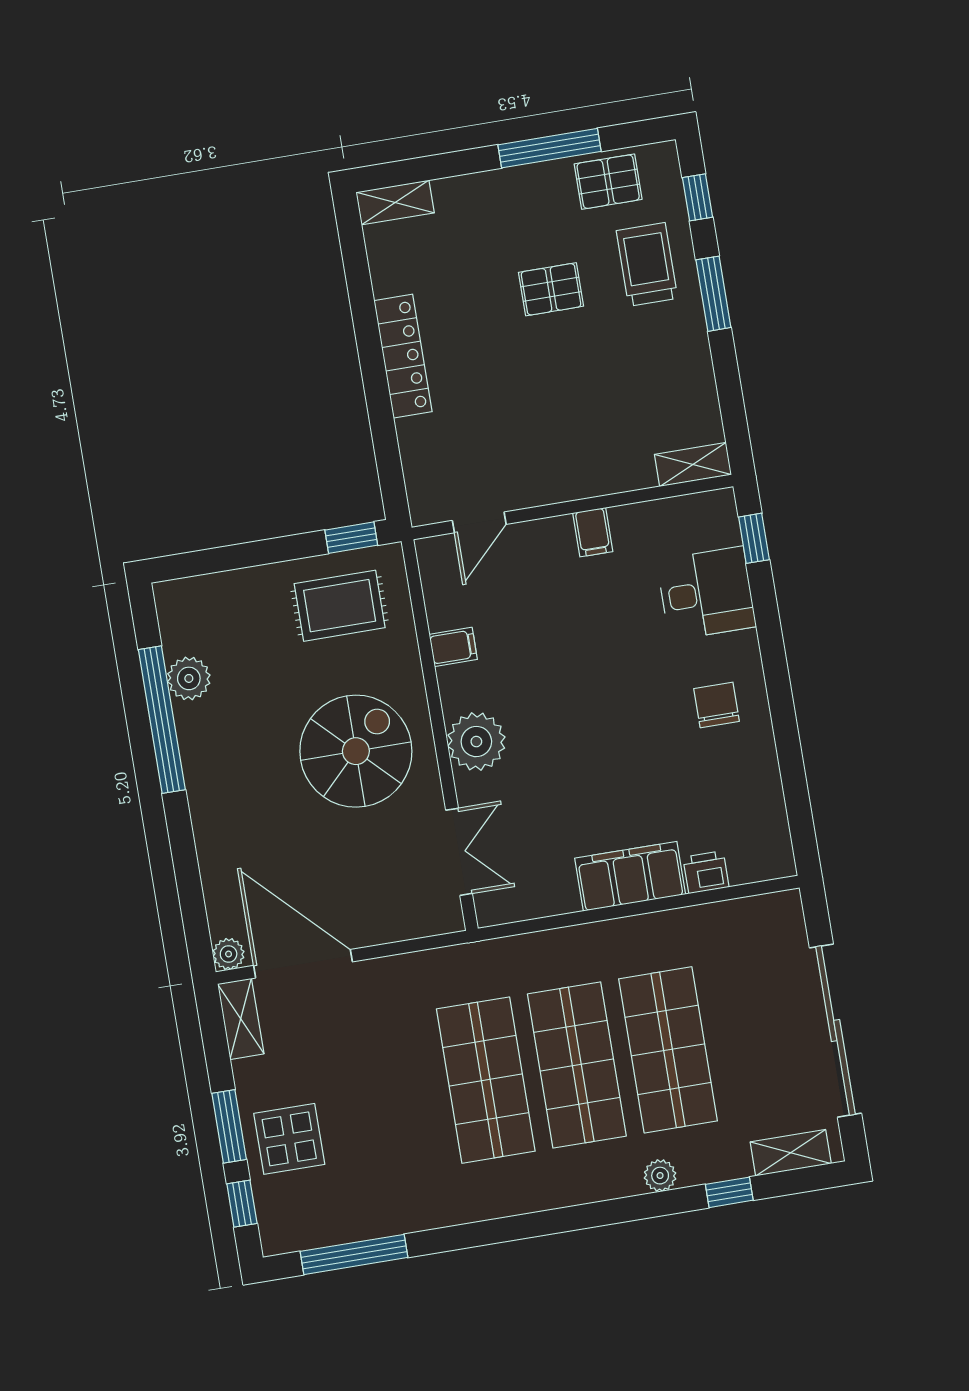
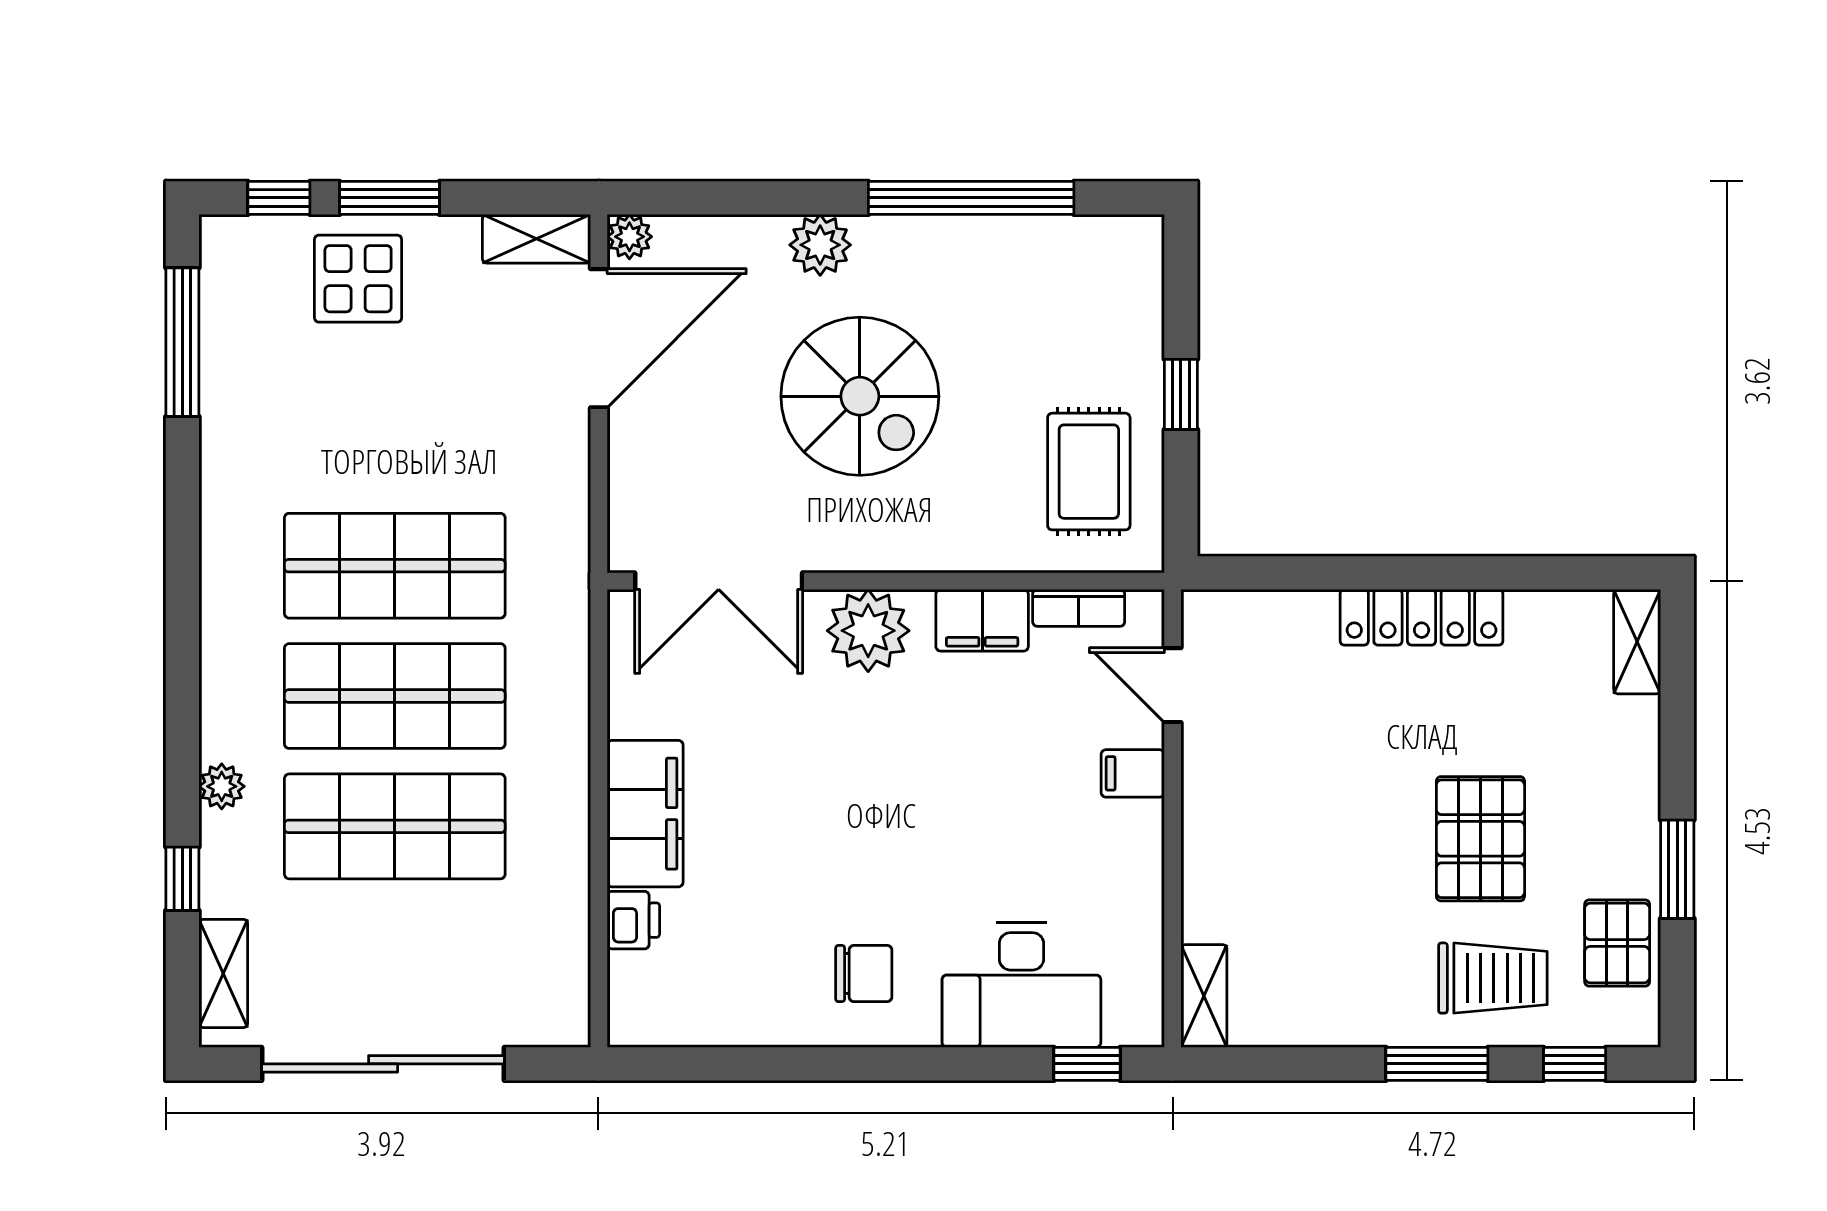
window: (550, 148) -> (1677, 869), width x0.69
pallet: (551, 289) -> (1480, 839), width x1.50, depth x1.42
filing cabinet: (593, 532) -> (1133, 773), moved
window: (351, 538) -> (1181, 394), moved
desk: (706, 593) -> (1021, 985), width x1.37
bookcase: (436, 597) -> (1079, 608), added
filing cabinet: (453, 647) -> (982, 620), width x2.00
plant: (189, 678) -> (820, 245), moved
spiral stairs: (356, 751) -> (860, 396), moved
double door: (459, 852) -> (719, 581), width x1.37

